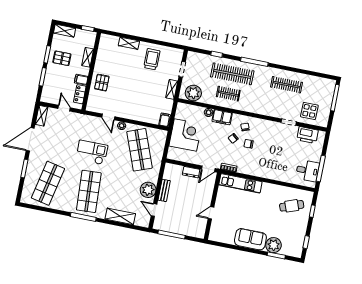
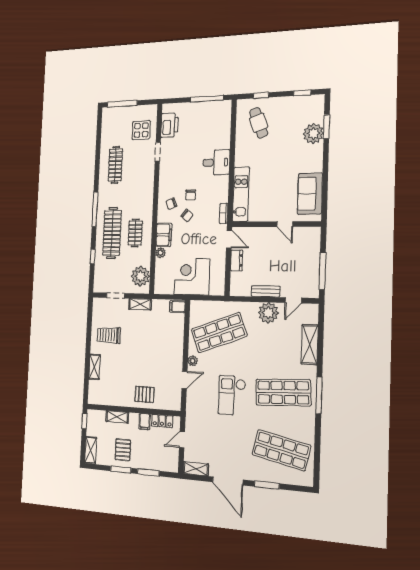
desk: (307, 171) -> (216, 162), moved, turned 90
sofa: (250, 239) -> (310, 194), moved

